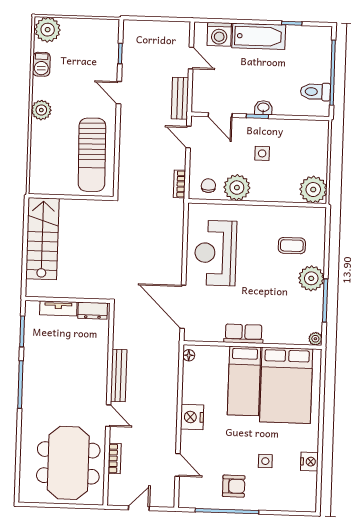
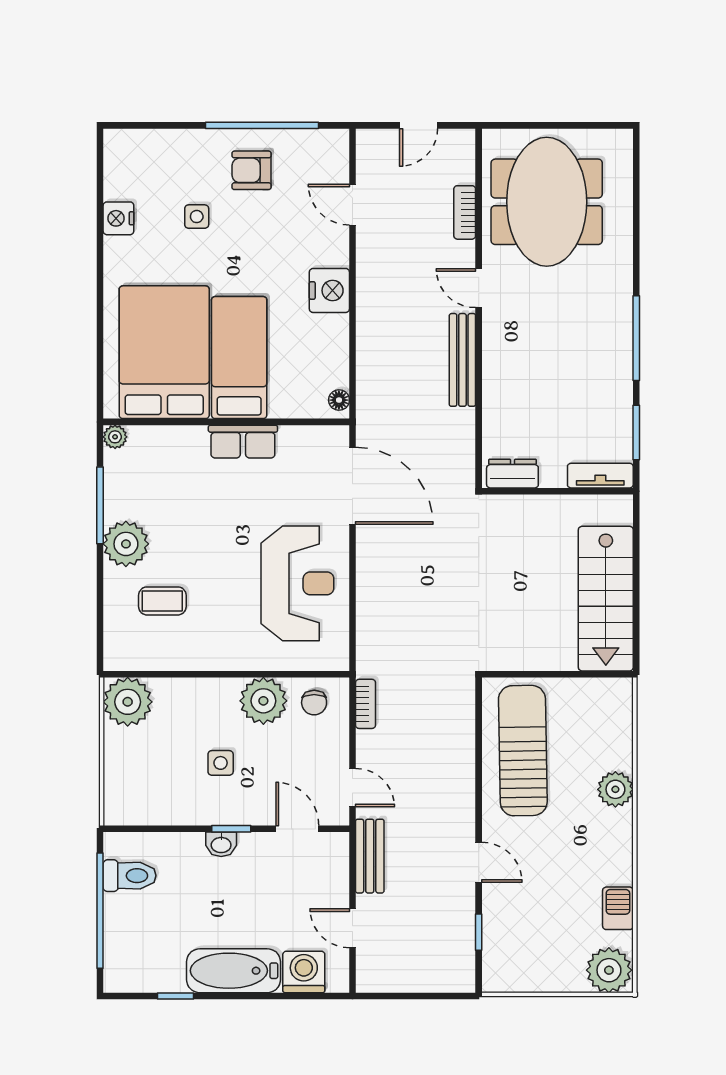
plant: (41, 110) -> (615, 789), moved
tv unit: (58, 308) -> (600, 476), moved

